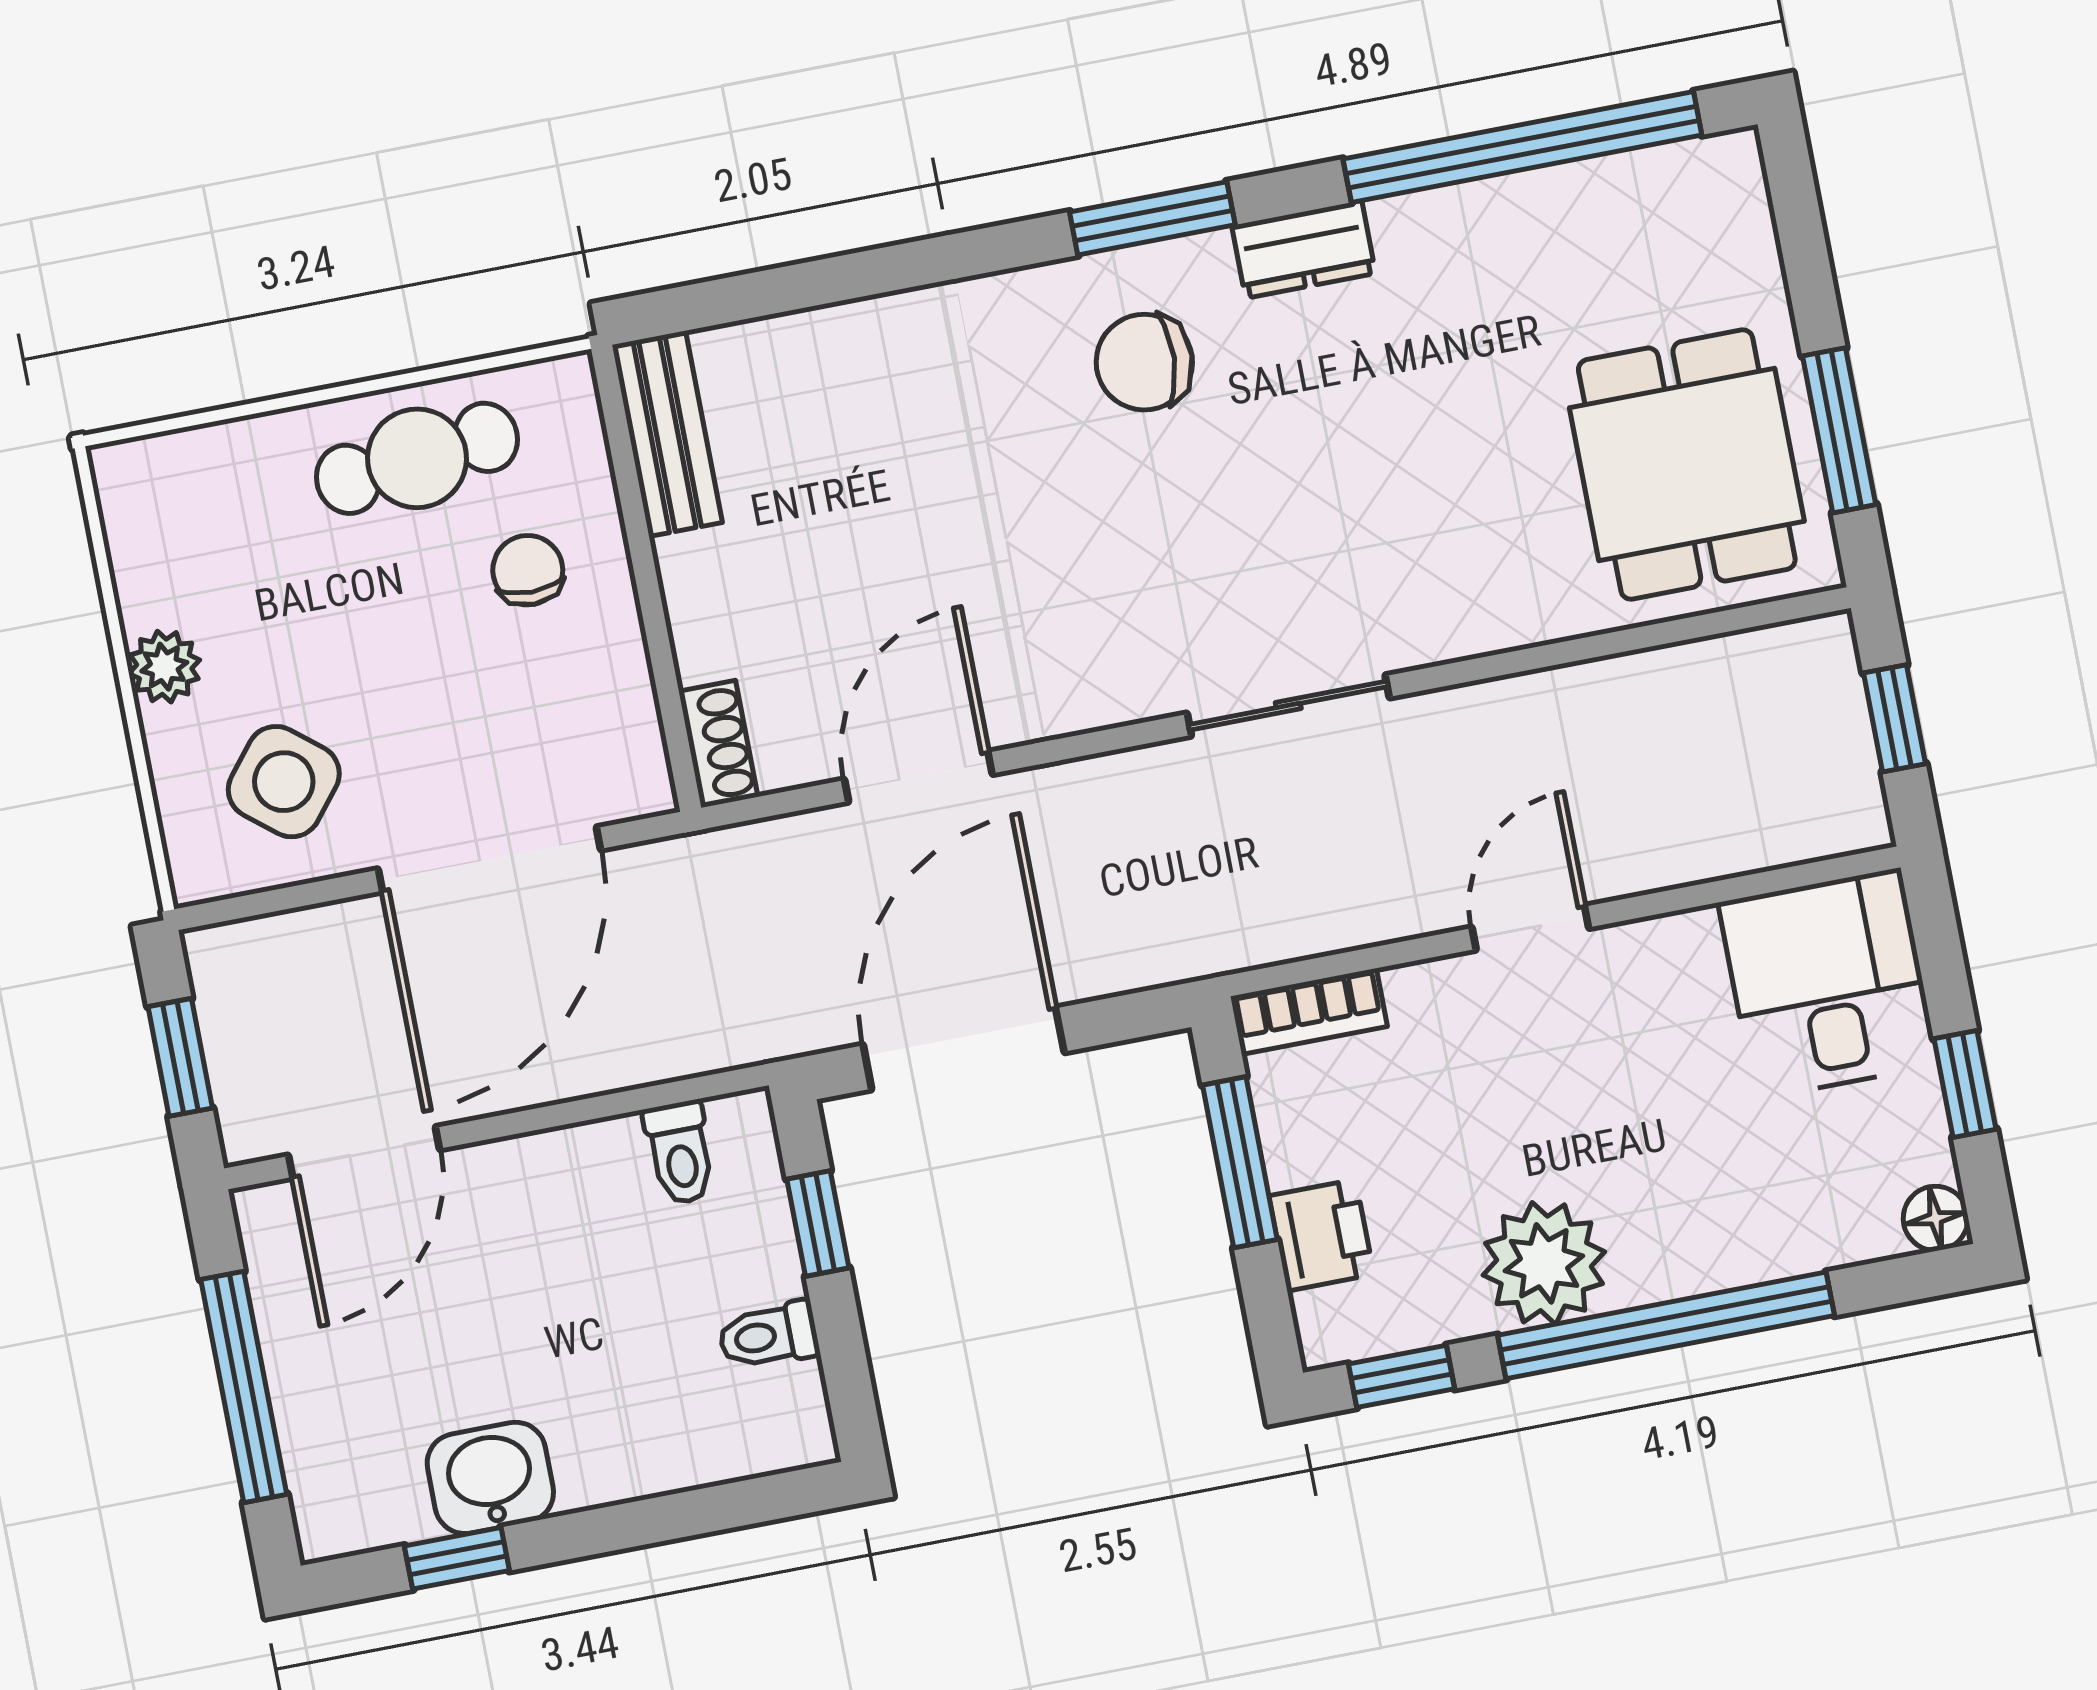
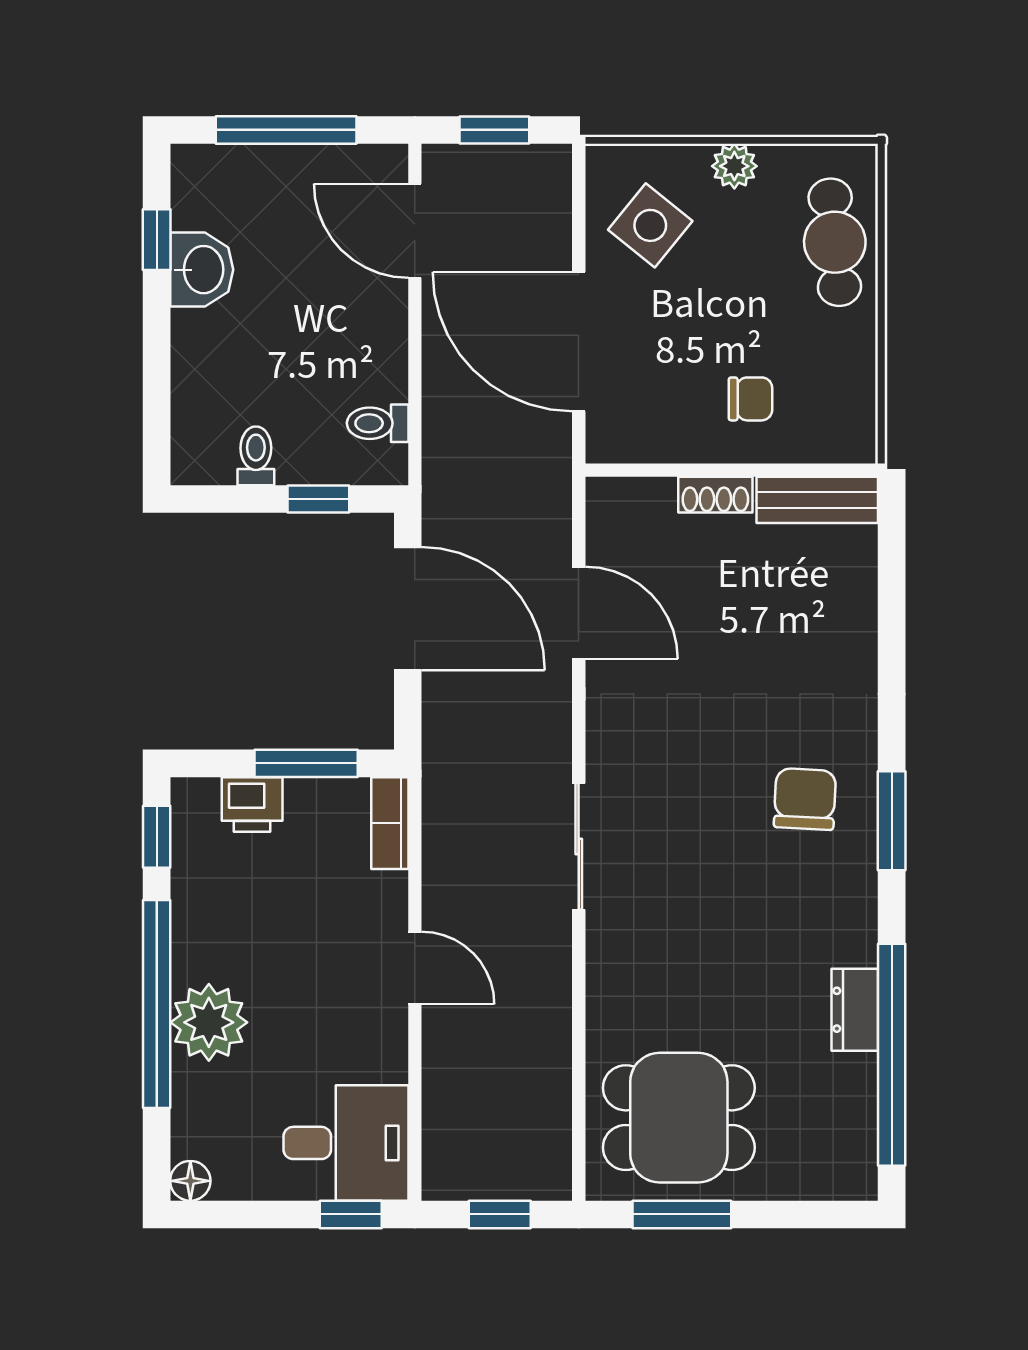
dresser: (1304, 249) -> (855, 1010), moved
cafe table: (417, 458) -> (835, 242), moved
shoe rack: (718, 744) -> (715, 495), moved
window: (1965, 1084) -> (351, 1214), moved
plant: (1544, 1263) -> (209, 1022), moved

